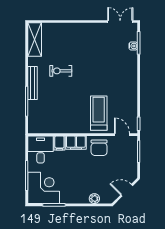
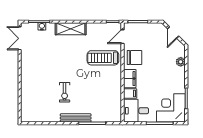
shelving: (35, 40) -> (71, 29), moved

